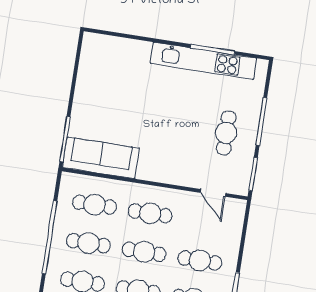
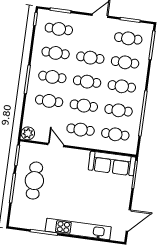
kitchen unit: (204, 61) -> (78, 229), moved
door: (76, 66) -> (128, 220), added
cafe table: (226, 133) -> (34, 181), width x1.37, depth x1.35
door: (213, 193) -> (56, 145), moved
plant: (235, 209) -> (28, 133), added

